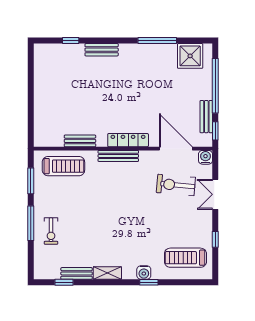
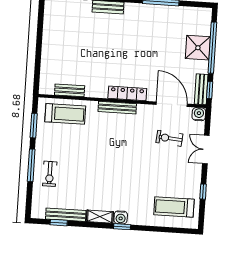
shower: (190, 56) -> (198, 48), moved
bench: (206, 117) -> (201, 89), moved
bench: (80, 141) -> (70, 90), moved
exercise bike: (176, 185) -> (169, 138), width x0.73, depth x0.72
water cooler: (144, 272) -> (121, 217), moved
bench: (77, 273) -> (66, 215), width x1.36
window: (149, 282) -> (122, 227), moved

